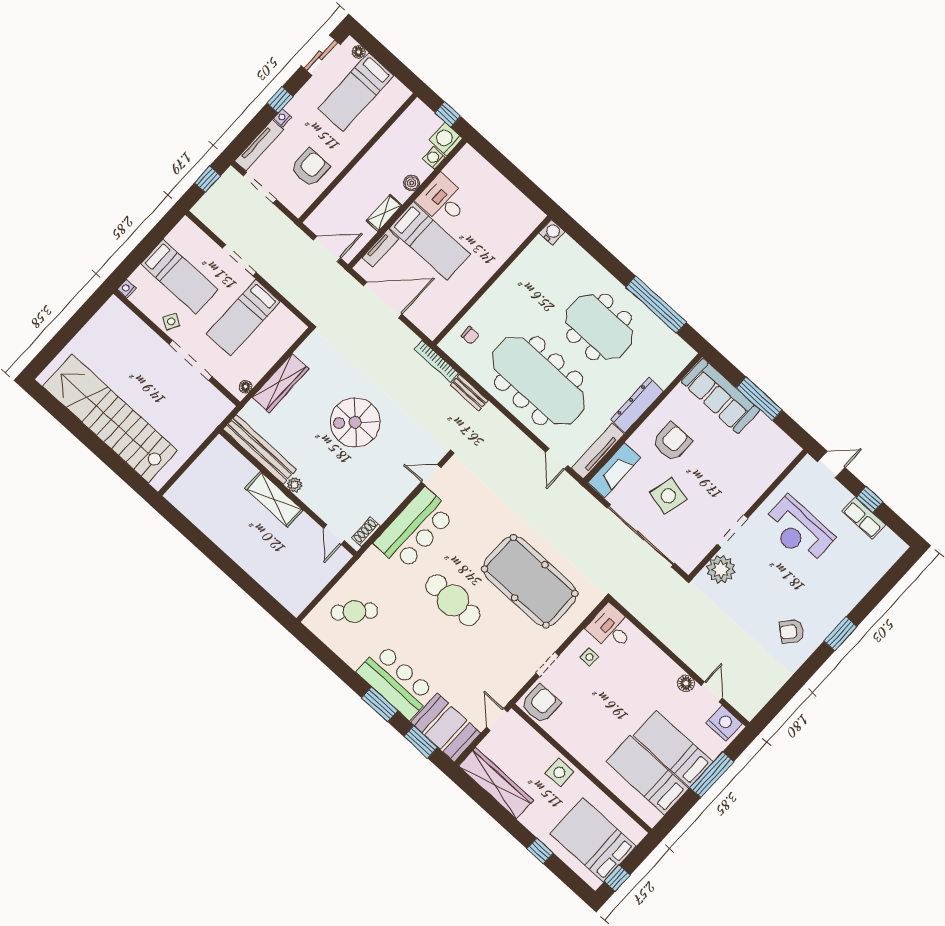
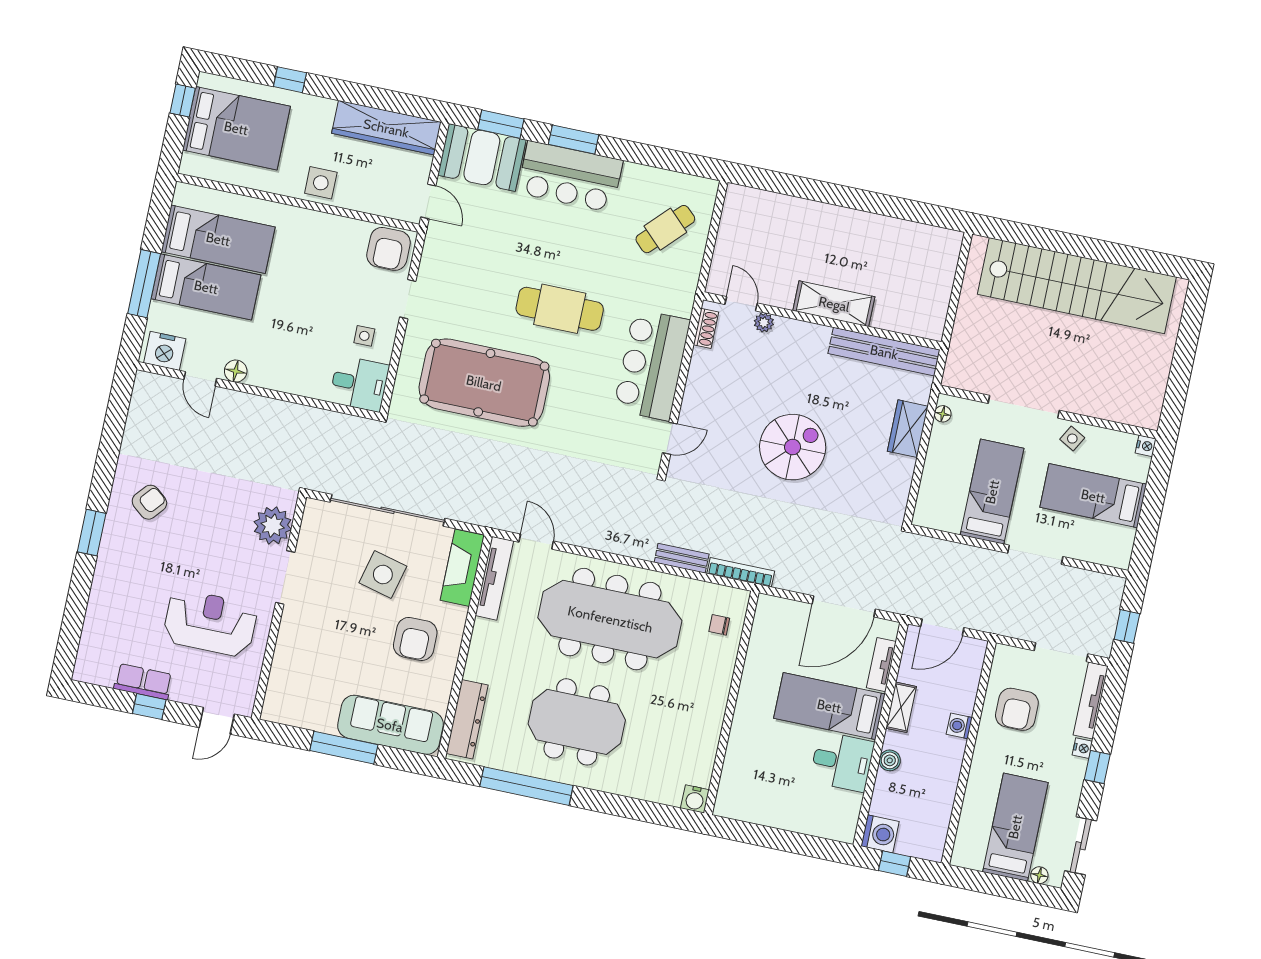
washing machine: (434, 158) -> (959, 726), moved, turned 180
wardrobe: (280, 383) -> (908, 429), width x0.67
dresser: (637, 405) -> (467, 719), moved
plant: (295, 485) -> (764, 323), moved

